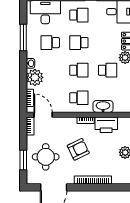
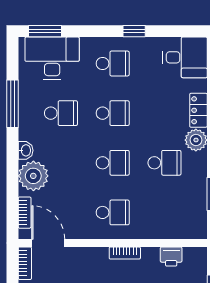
school desk: (50, 43) -> (61, 113), turned 180
school desk: (79, 43) -> (113, 113), turned 180
washbasin: (103, 106) -> (156, 228), removed
printer: (106, 125) -> (171, 257), width x0.53, depth x0.68

